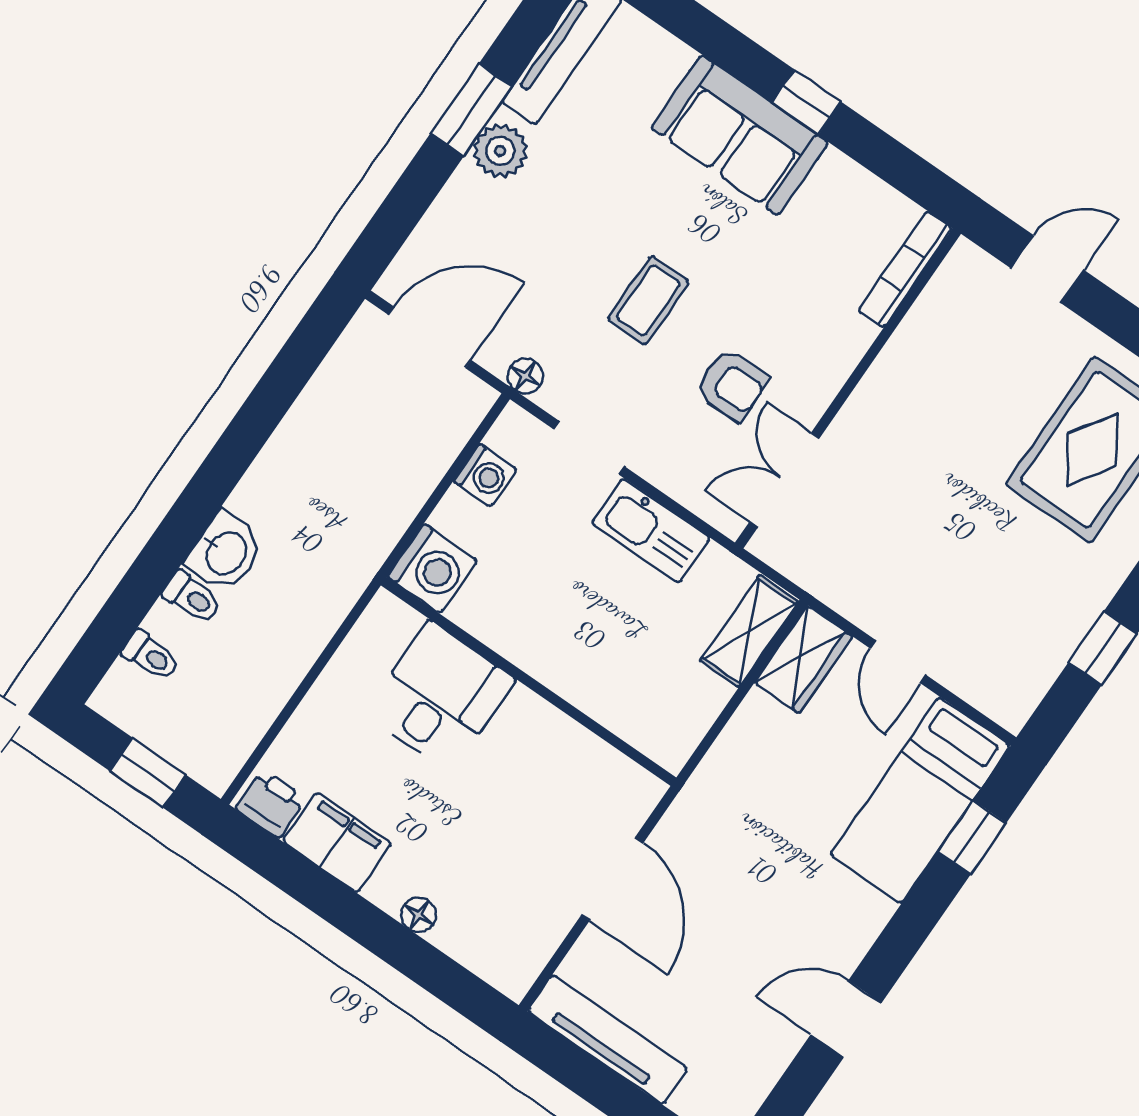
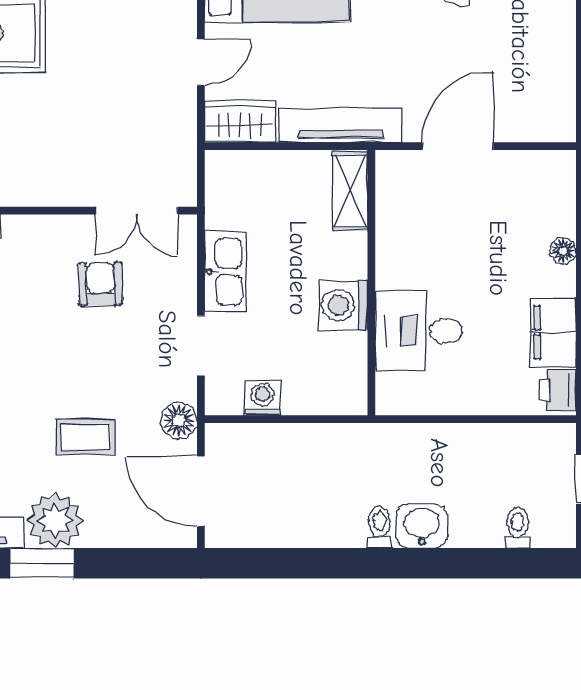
plant: (500, 151) -> (55, 520), width x1.36, depth x1.36
coffee table: (648, 300) -> (85, 437), moved
floor lamp: (525, 376) -> (179, 421), width x1.37, depth x1.37
washing machine: (432, 569) -> (343, 305), moved, turned -90
toilet: (192, 597) -> (380, 527), moved
shelving: (749, 631) -> (350, 191), moved, turned 90
tv unit: (608, 1040) -> (341, 126), moved, turned 90

